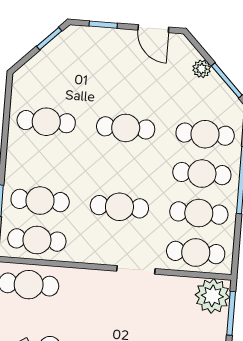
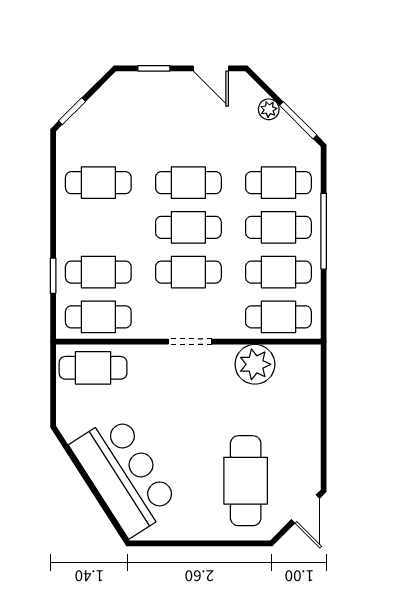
window: (49, 39) -> (72, 111), moved
cafe table: (123, 167) -> (188, 227), added
doorway: (136, 270) -> (190, 342), moved
plant: (212, 296) -> (255, 364), moved
window: (231, 313) -> (324, 382), removed

